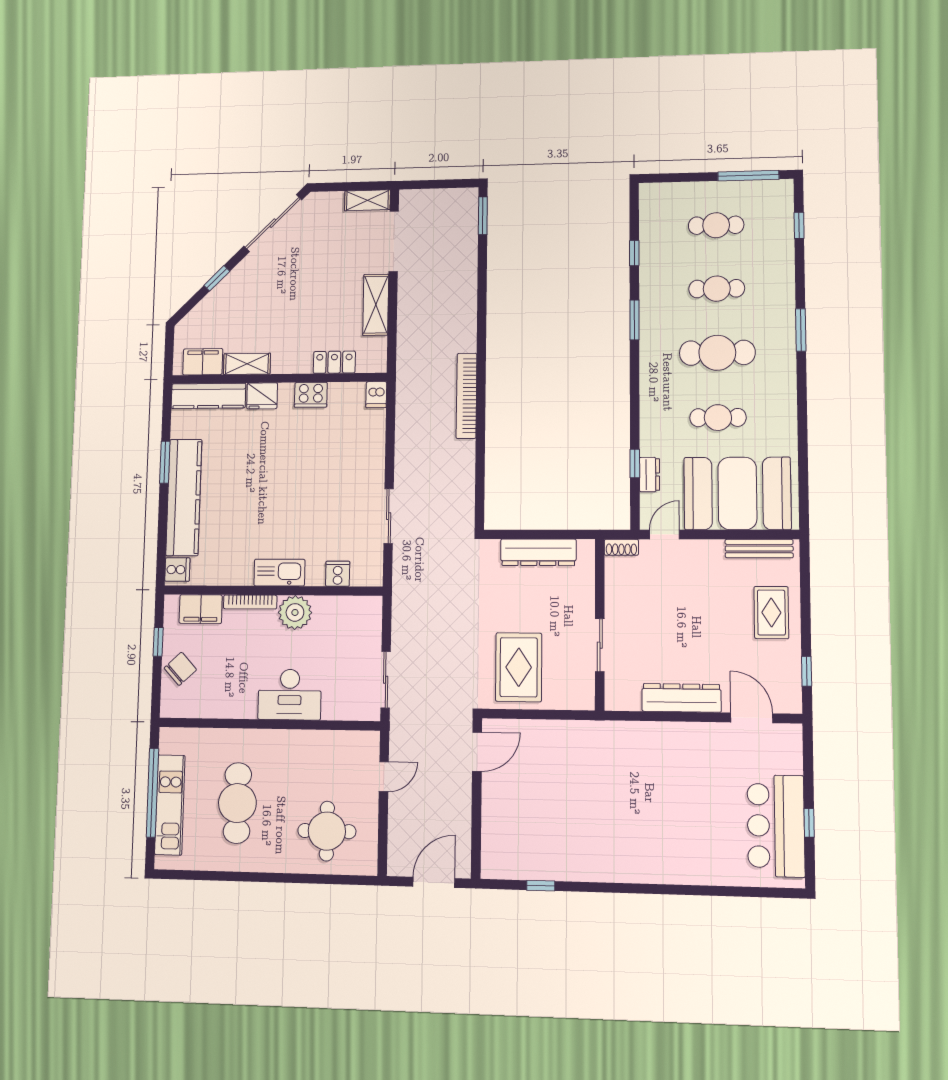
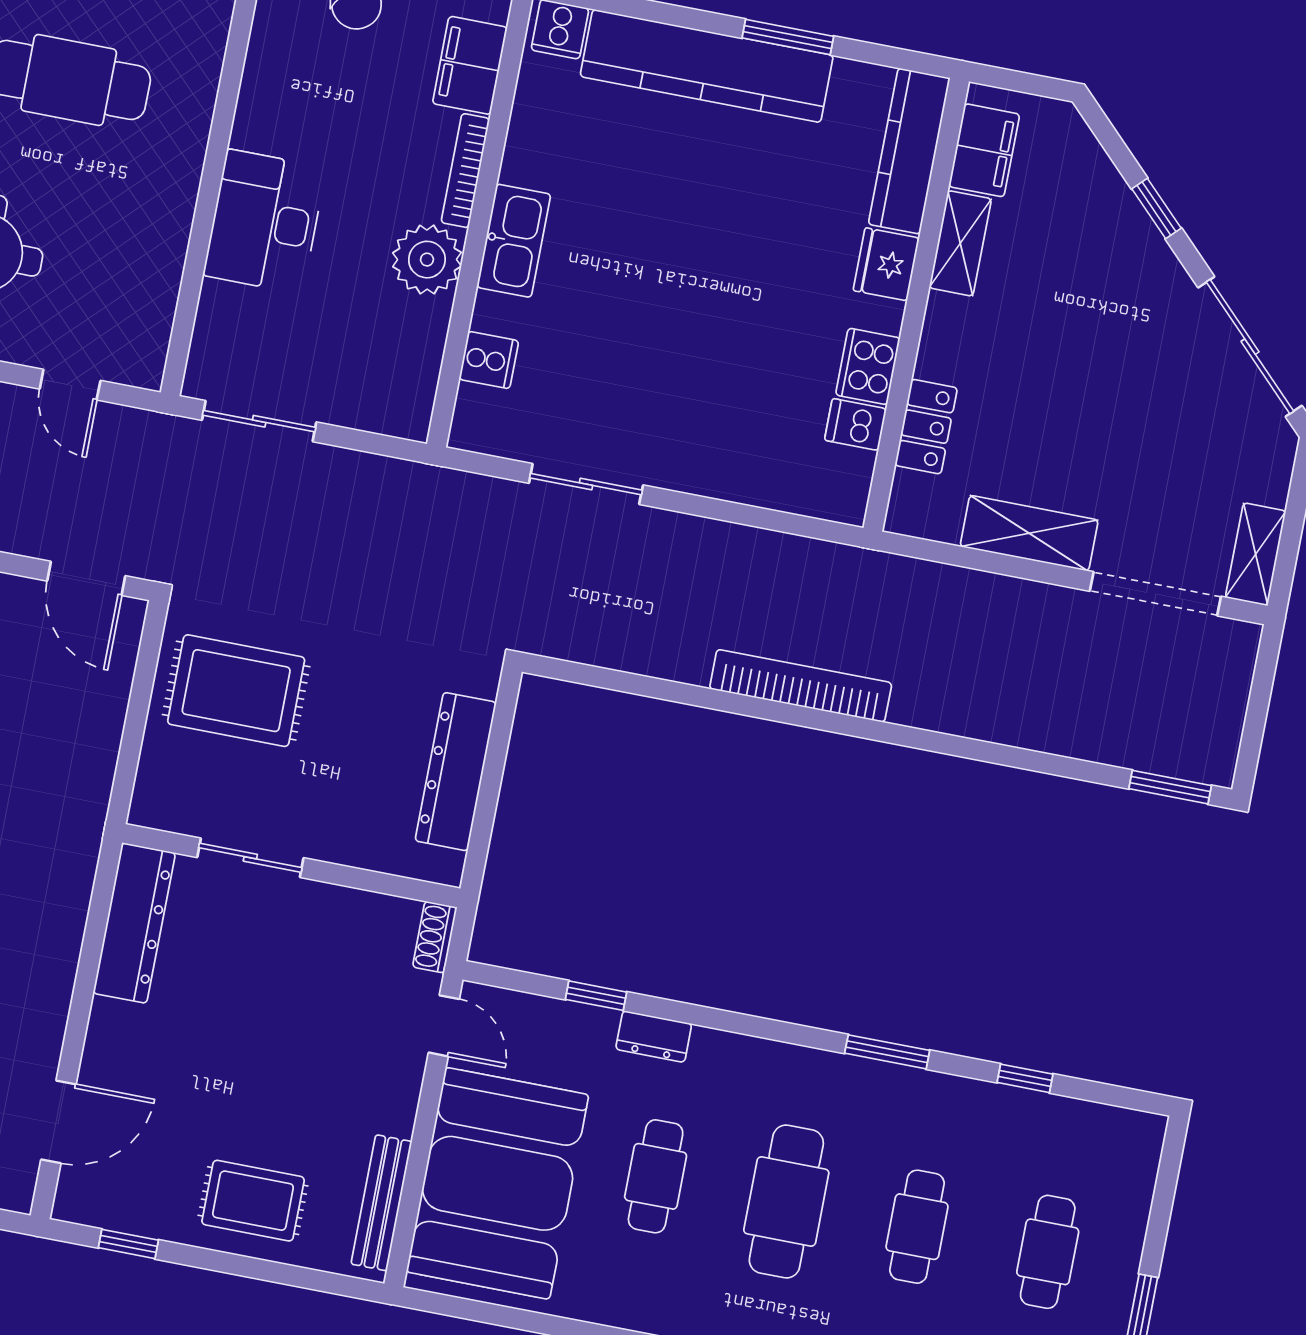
dishwasher: (376, 395) -> (855, 424), moved
dresser: (649, 475) -> (654, 1037), moved
dresser: (681, 698) -> (134, 923), moved

